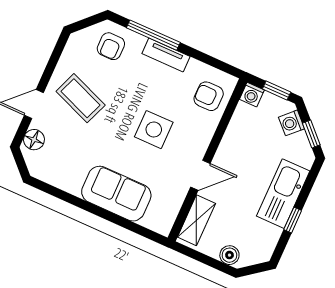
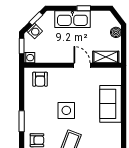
window: (153, 35) -> (22, 121), width x0.69
tv unit: (166, 55) -> (29, 110), removed
side table: (154, 130) -> (66, 110), moved

